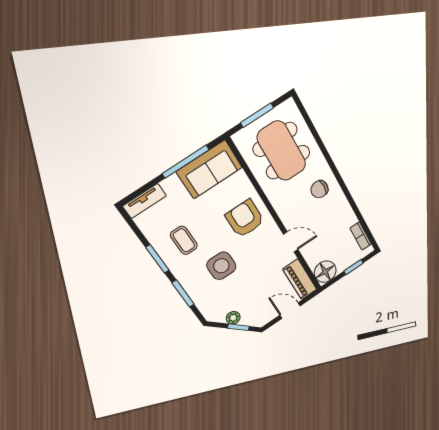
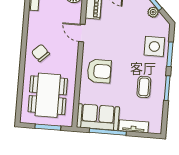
chair: (319, 189) -> (40, 53), turned -134
tv unit: (145, 201) -> (134, 126), moved
armchair: (245, 219) -> (99, 71), turned -90
side table: (221, 266) -> (154, 46), moved

